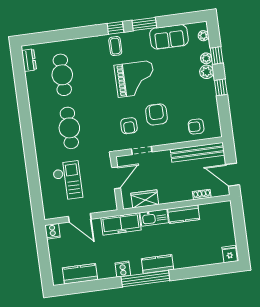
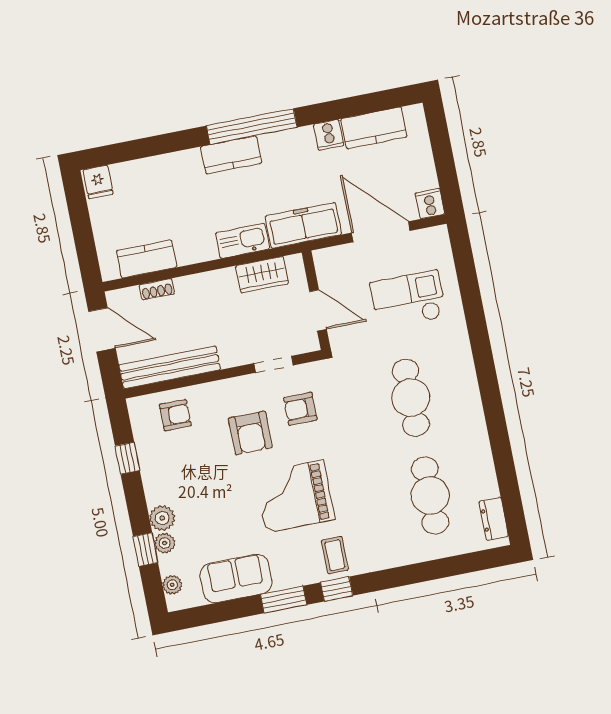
window: (221, 87) -> (127, 458), moved
armchair: (129, 126) -> (300, 409), turned -90
door: (116, 178) -> (318, 310), swing flipped
checkout: (67, 181) -> (408, 300), turned 90
kitchen counter: (184, 214) -> (147, 259), moved
door: (80, 218) -> (381, 232), width x1.36
cooker: (123, 269) -> (329, 135), moved

